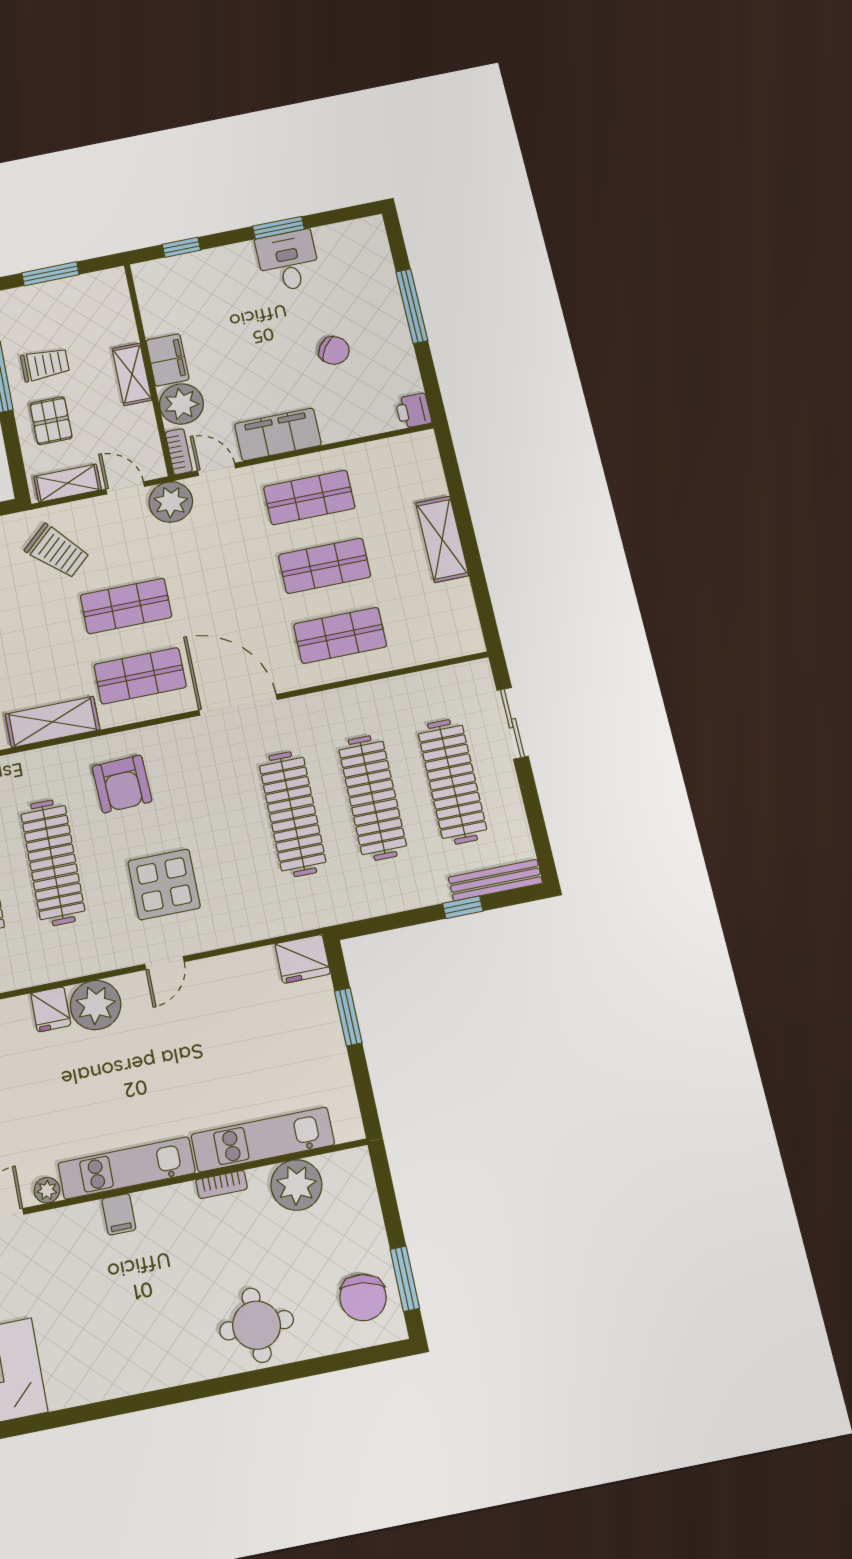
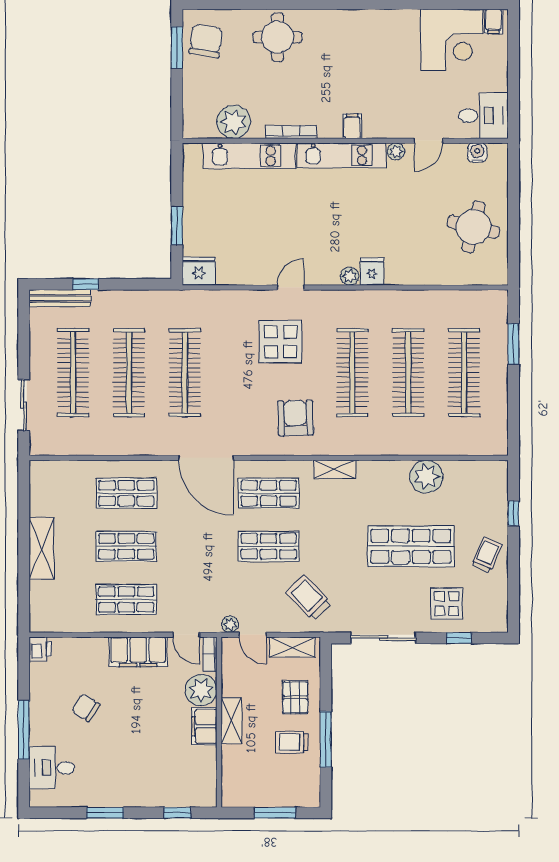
desk: (288, 261) -> (52, 768), moved, turned 90
plant: (171, 502) -> (230, 624), width x0.53, depth x0.53
shelving: (52, 722) -> (335, 469), width x0.67, depth x0.75
plant: (96, 1005) -> (350, 276), width x0.53, depth x0.53
bookcase: (222, 1184) -> (291, 132), width x1.56

